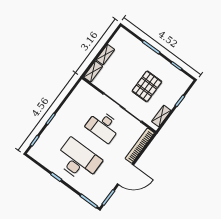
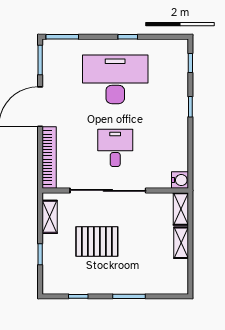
water cooler: (83, 86) -> (180, 180), added
pallet: (147, 86) -> (97, 241), turned 90
desk: (103, 126) -> (115, 148), width x0.73
desk: (78, 160) -> (115, 79), turned 180

